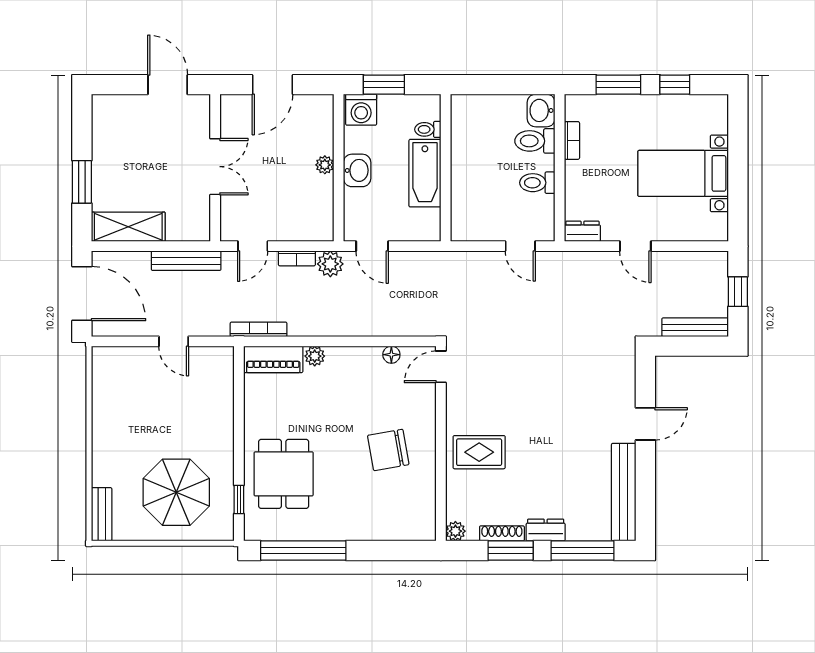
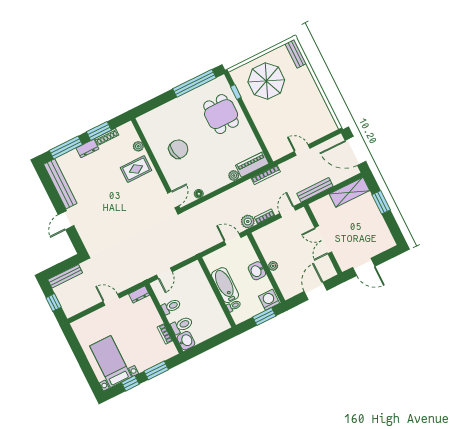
bed with nightstands: (683, 173) -> (111, 362), moved, turned -90
door: (520, 246) -> (164, 273), swing flipped
plant: (455, 531) -> (138, 146), moved

